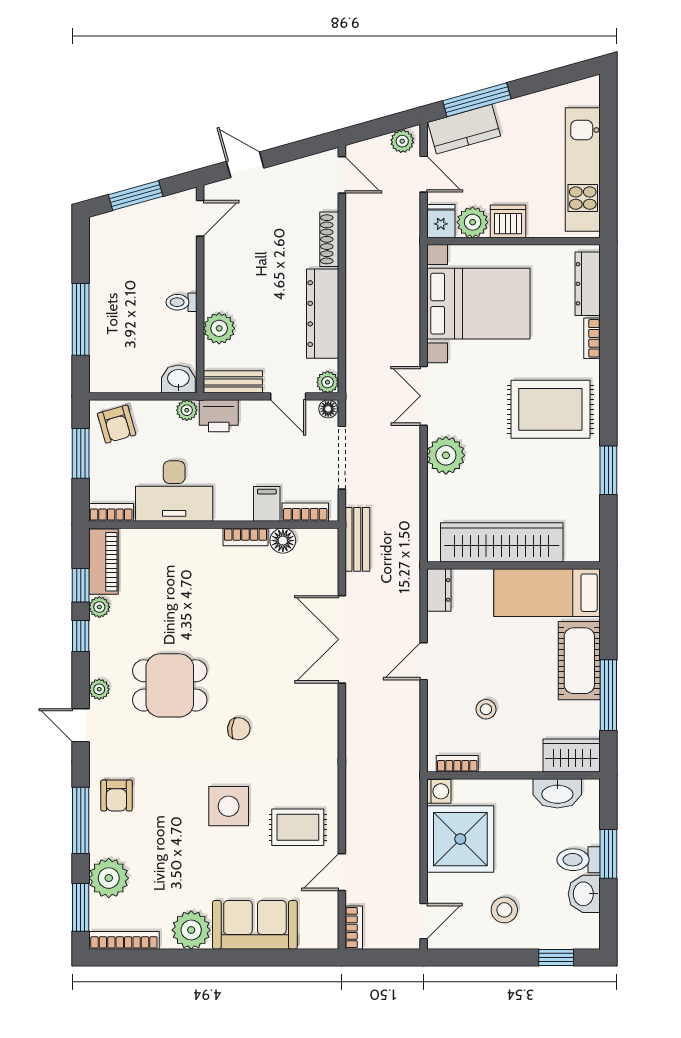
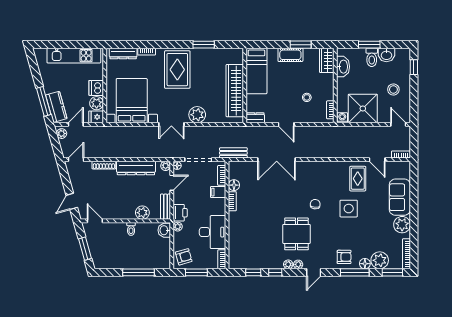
piano: (103, 562) -> (243, 263), removed
plant: (99, 607) -> (288, 264), moved
cot: (579, 661) -> (290, 55), width x0.73, depth x0.75
window: (608, 695) -> (301, 45), width x0.69
floor lamp: (101, 844) -> (365, 264), added

